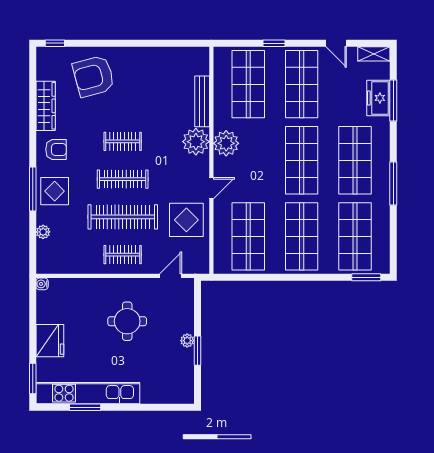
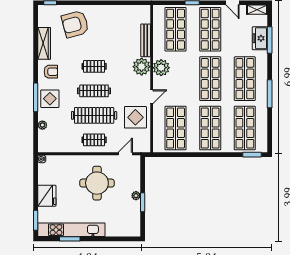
round table: (127, 321) -> (97, 183), width x1.36, depth x1.36

